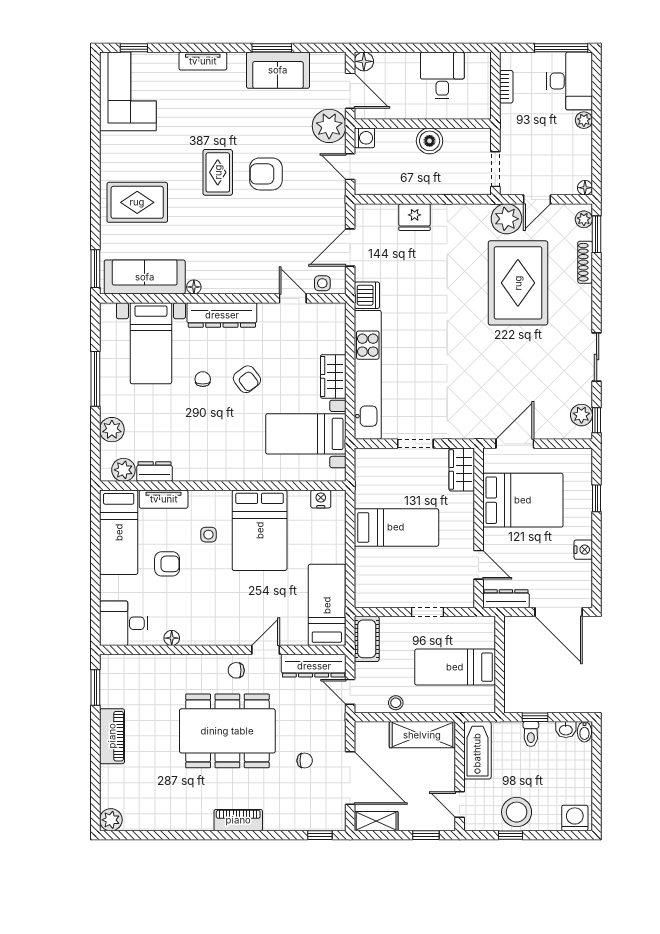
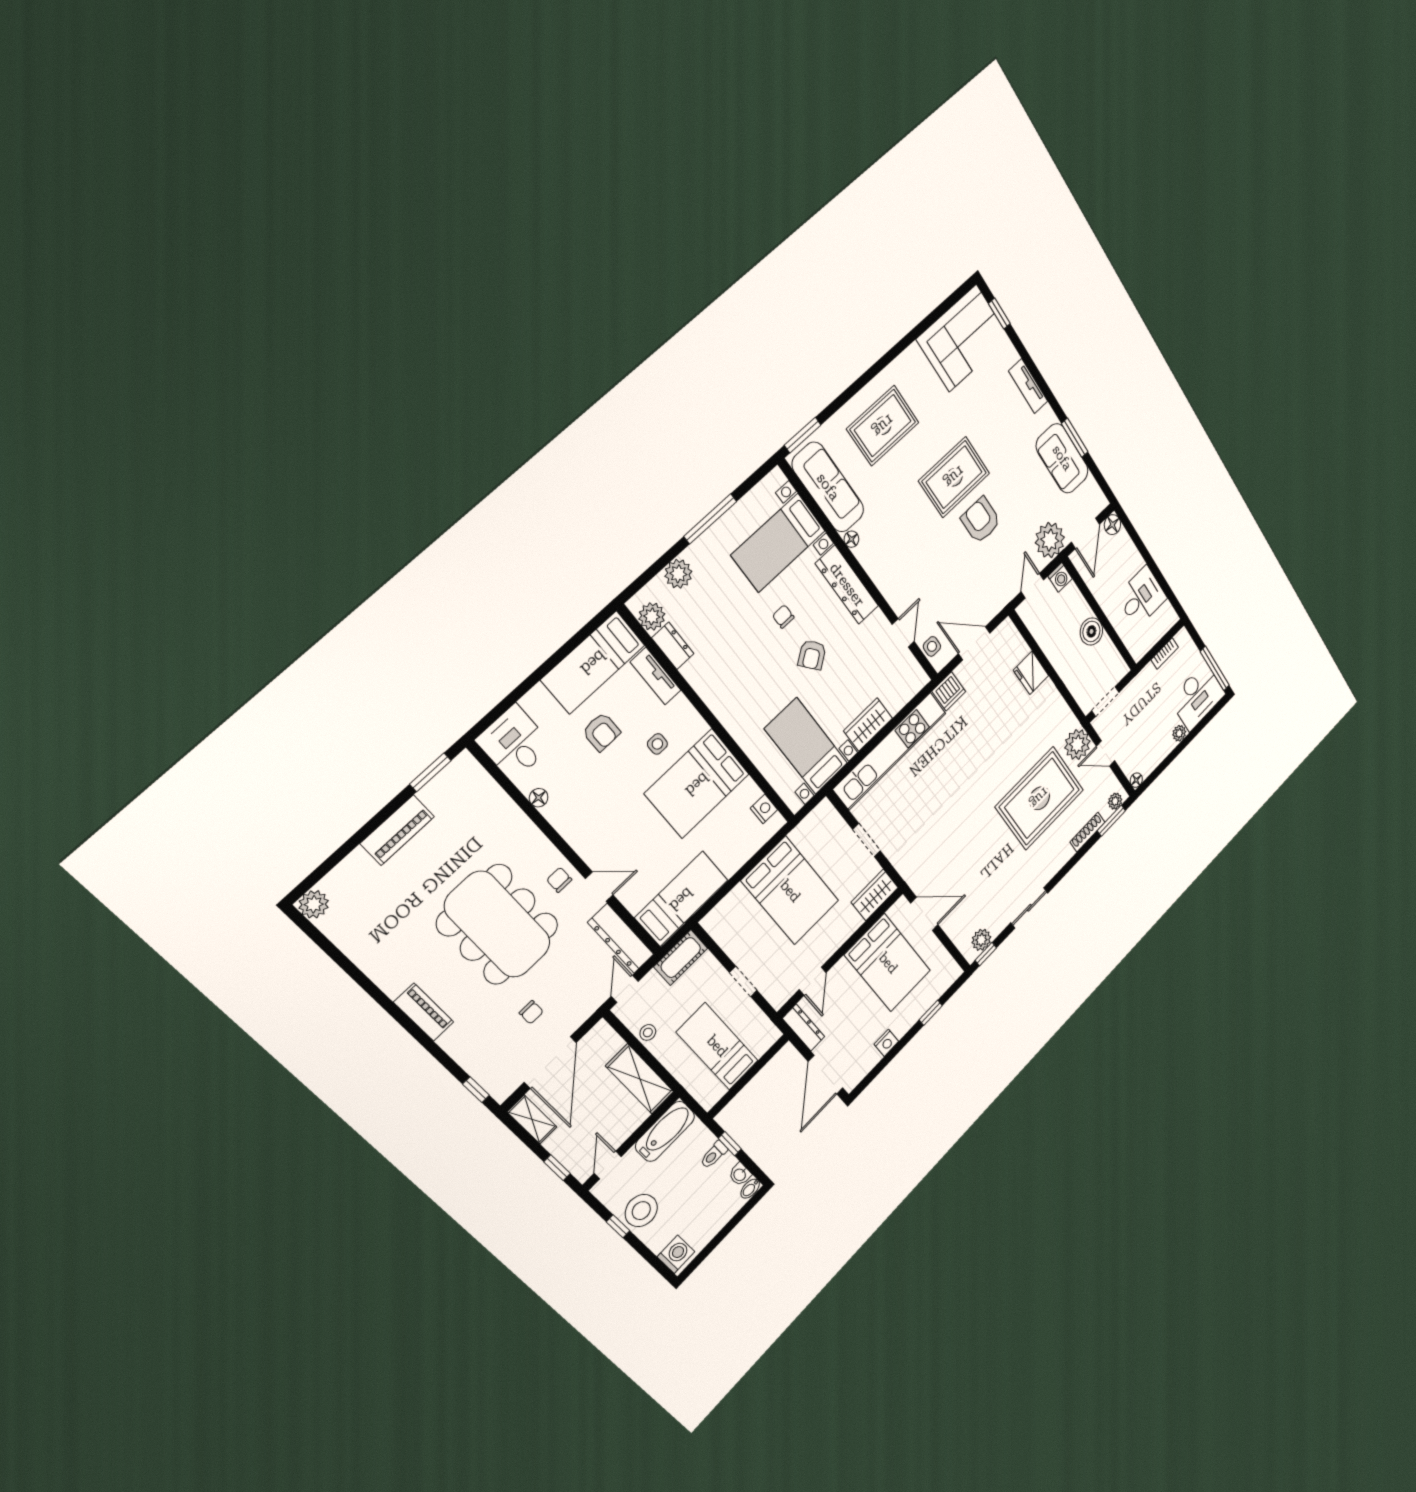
rug: (218, 172) -> (954, 477), width x1.36, depth x1.43
rug: (137, 202) -> (883, 426), turned 90
chair: (203, 379) -> (783, 616), turned -90
bed: (396, 527) -> (790, 891), width x1.50

